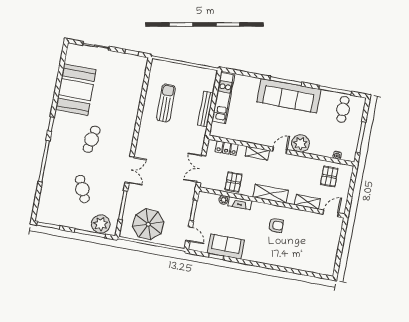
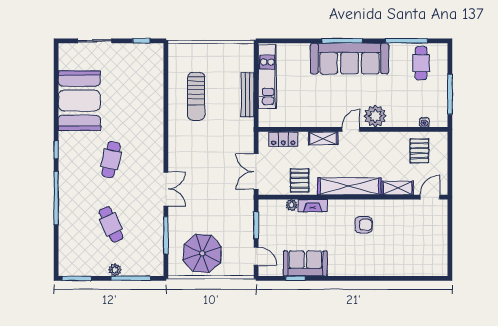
sun lounger: (166, 103) -> (196, 96), turned 180
shelving: (271, 194) -> (349, 186), width x1.47
plant: (101, 224) -> (115, 270), moved, width x0.53, depth x0.53

